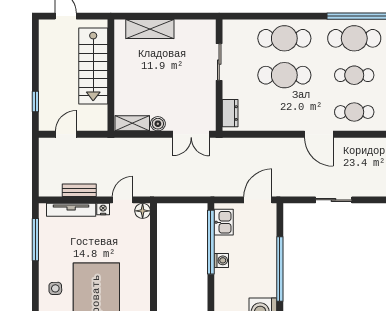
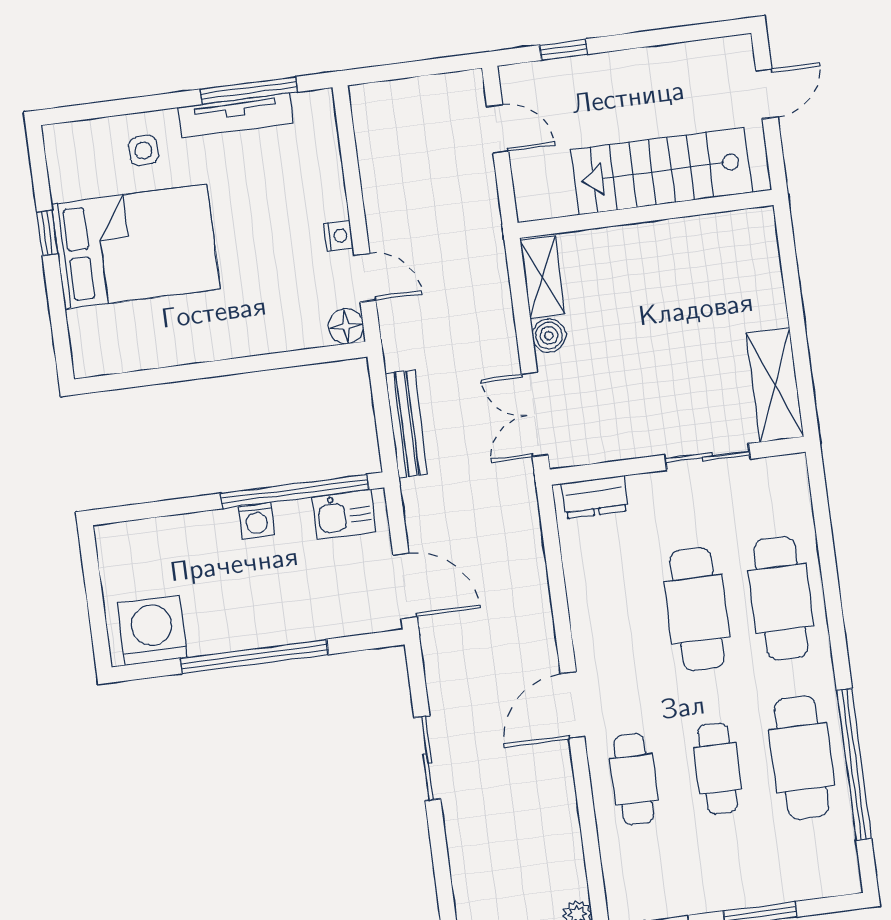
shelving: (150, 29) -> (775, 385), moved
bench: (79, 190) -> (406, 424), moved, width x1.36
tv unit: (71, 210) -> (236, 115), moved, turned -90

